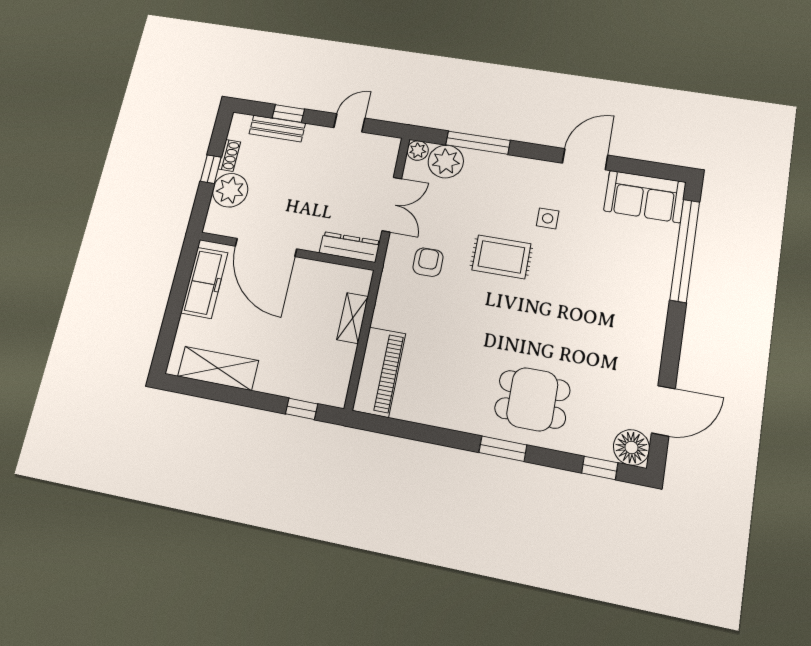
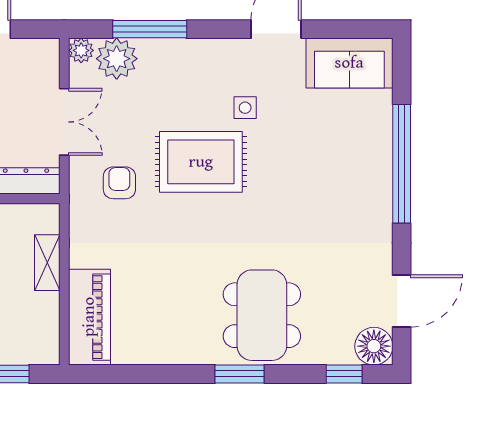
window: (685, 251) -> (402, 164), moved
rug: (501, 257) -> (201, 162), width x1.36, depth x1.43
dining table: (532, 399) -> (262, 315), width x1.38

